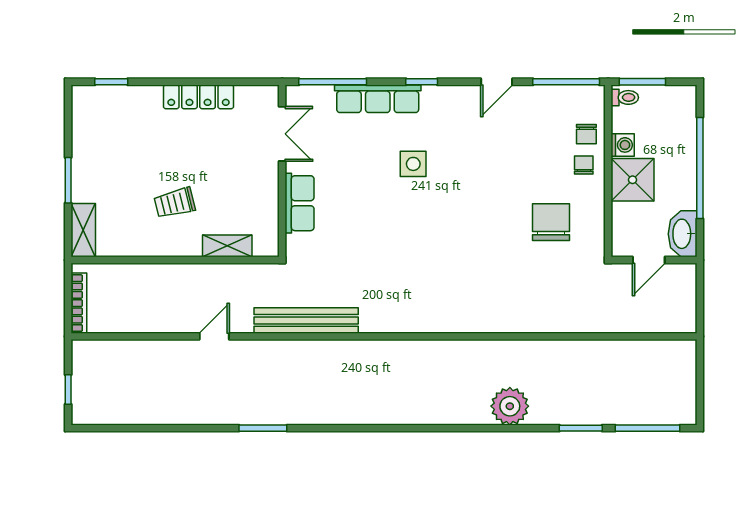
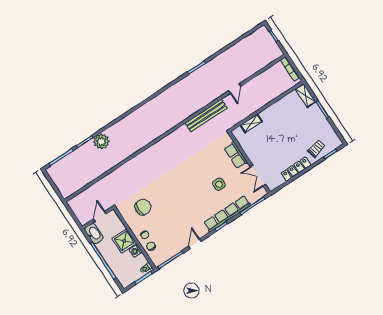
row of seats: (378, 99) -> (227, 214), width x1.36
side table: (413, 164) -> (219, 184), moved
trolley: (175, 203) -> (316, 149), moved
chair: (551, 222) -> (143, 207), turned -90
plant: (510, 406) -> (101, 142), moved

